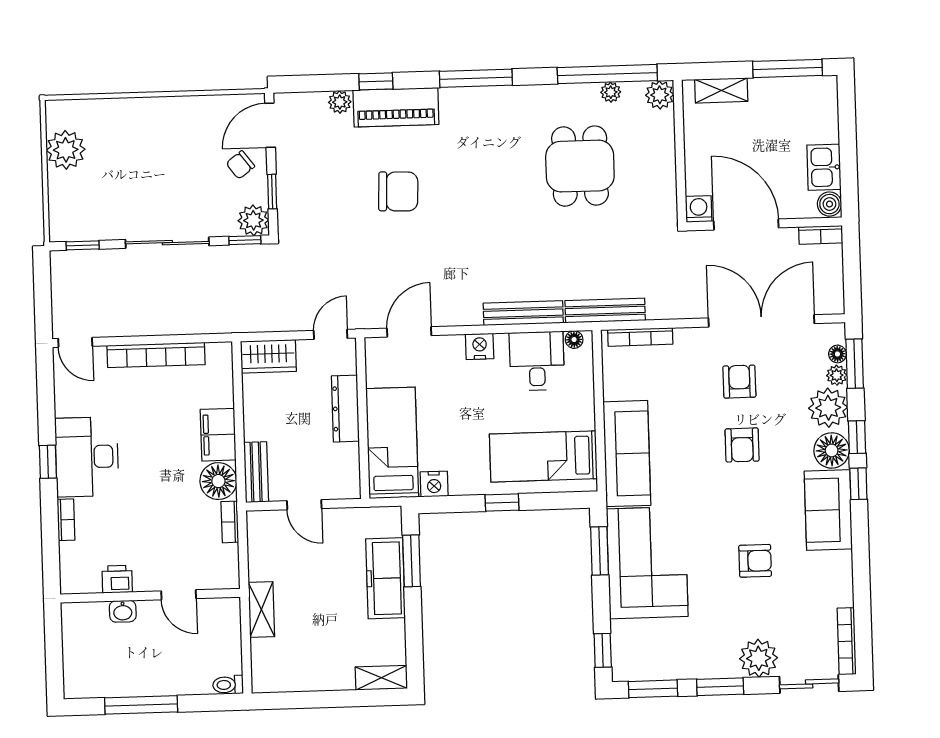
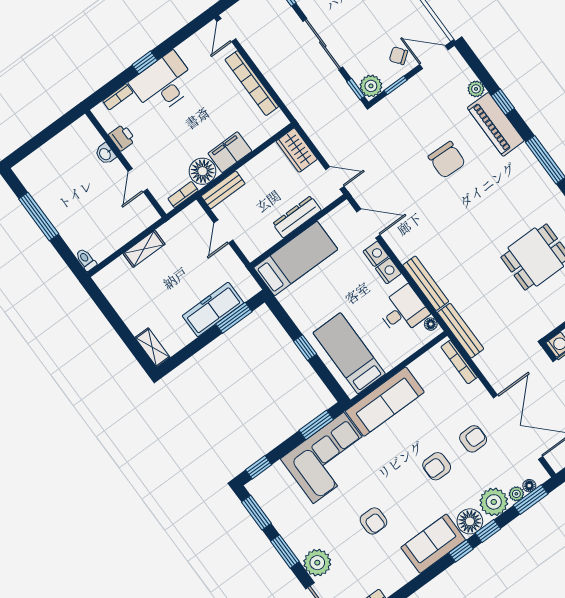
nightstand: (434, 484) -> (376, 254), moved, turned 180
printer: (117, 579) -> (122, 138), moved
door: (179, 595) -> (138, 180), moved
wall: (150, 596) -> (126, 164), moved
washbasin: (123, 611) -> (105, 154), moved

